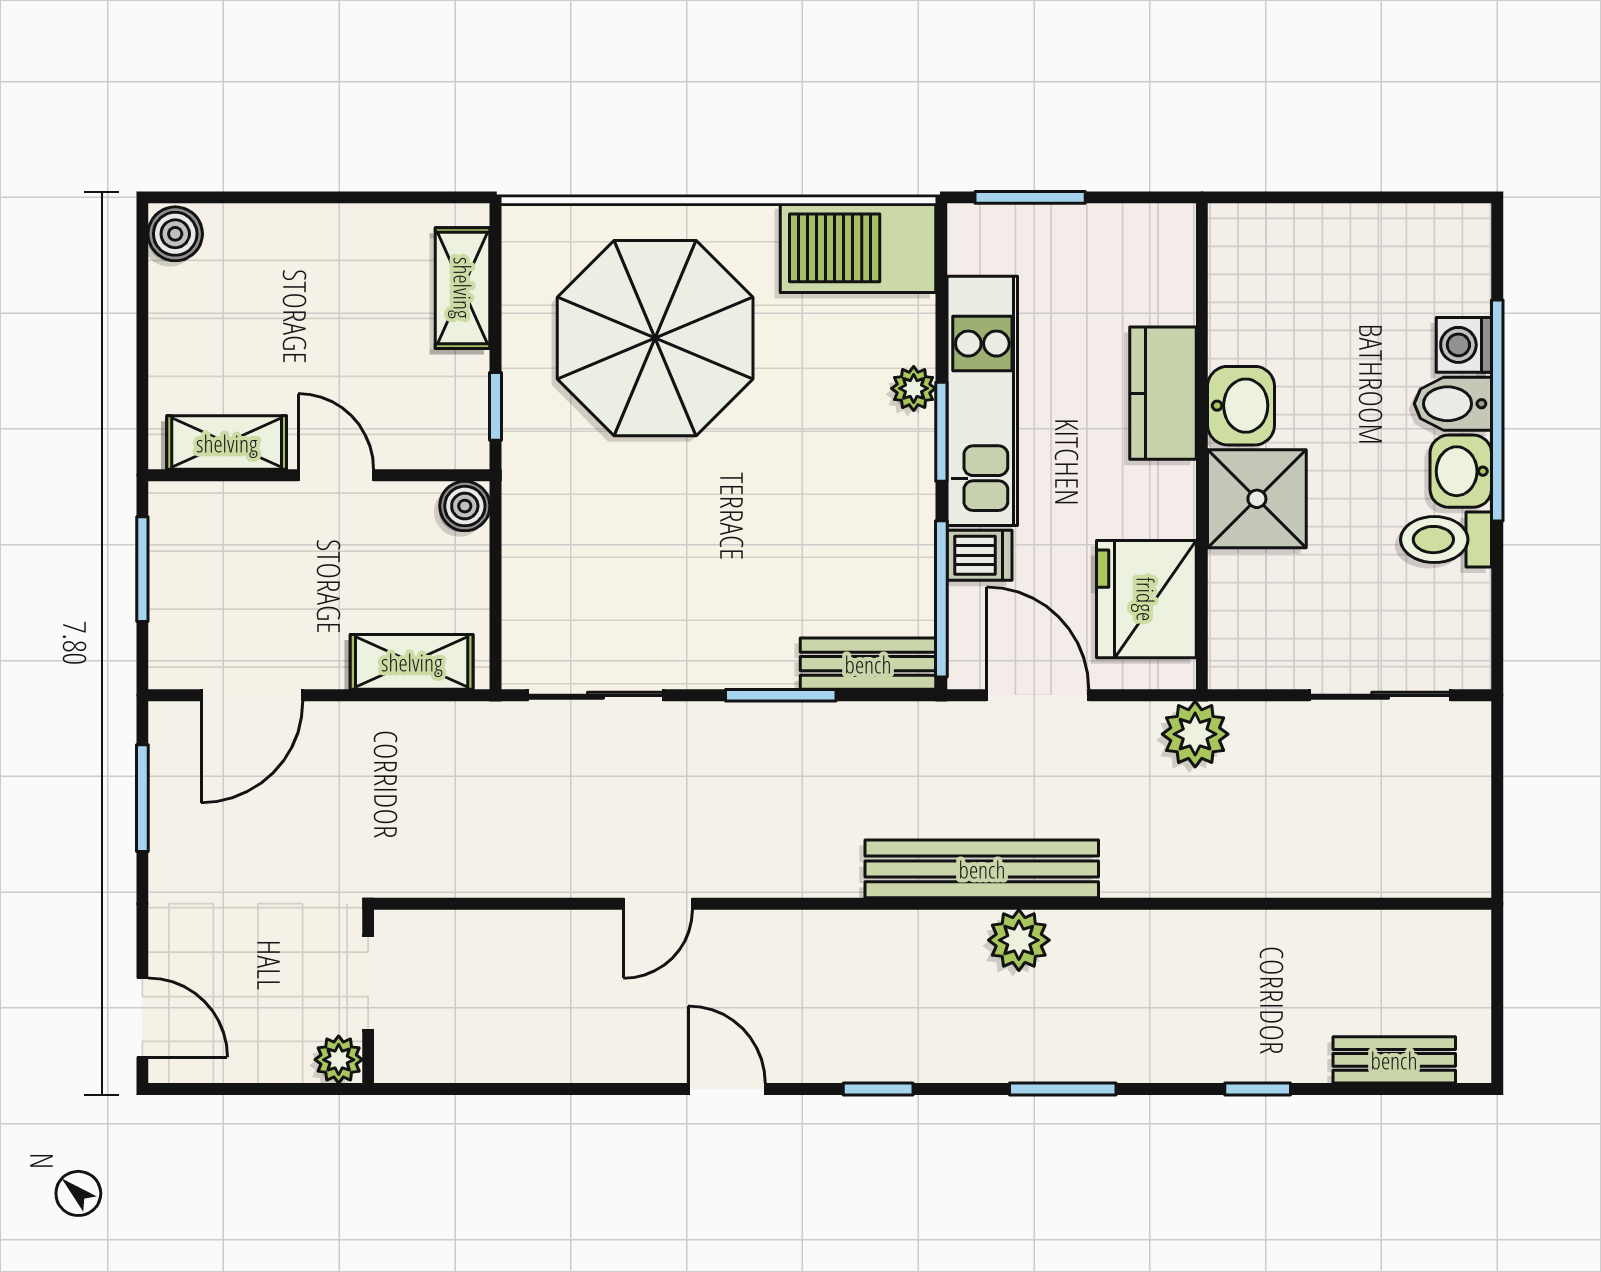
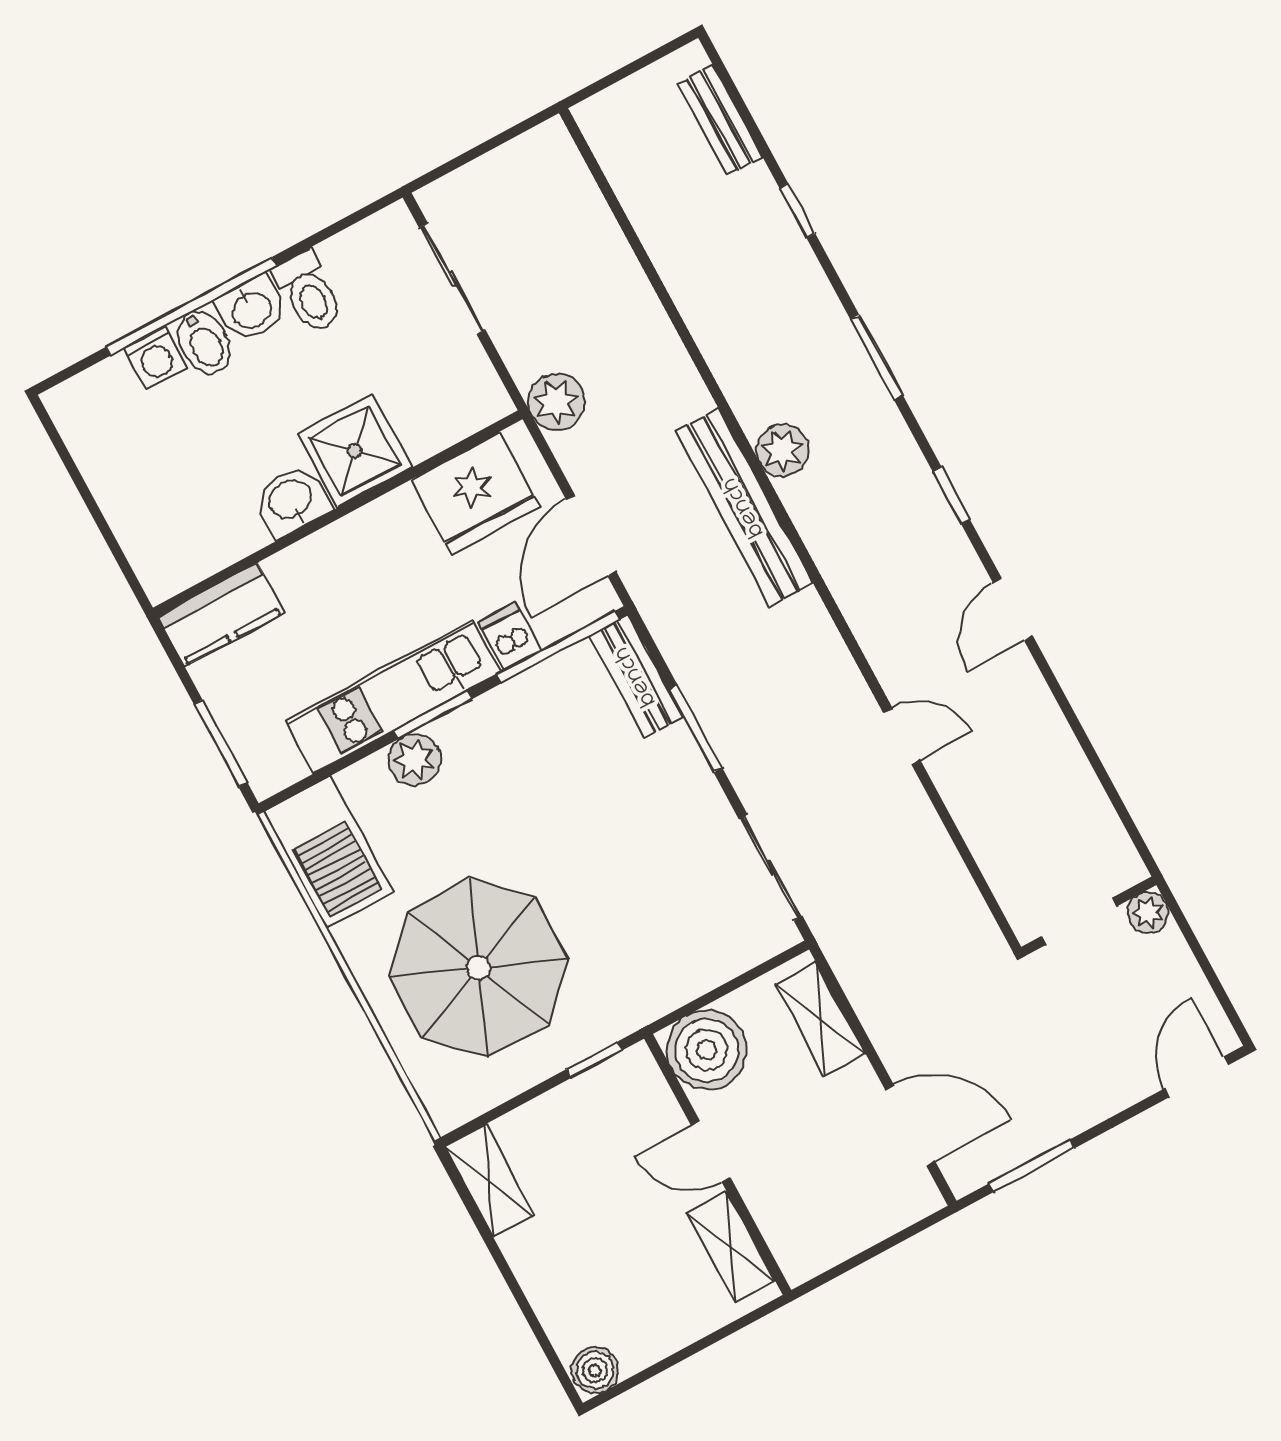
shelving: (463, 288) -> (489, 1181), moved, turned 90
plant: (914, 388) -> (415, 760), width x1.38, depth x1.38
kitchen counter: (1163, 393) -> (221, 614), moved
door: (336, 475) -> (711, 1152), hinge flipped
boiler: (465, 506) -> (707, 1050), width x1.86, depth x1.86
window: (142, 569) -> (860, 1259), removed

